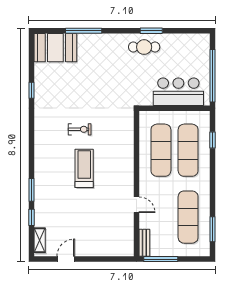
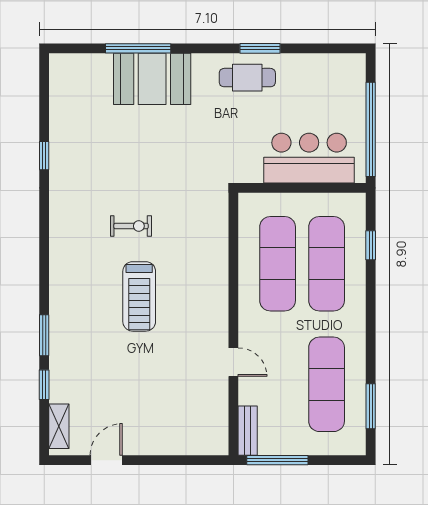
booth: (55, 48) -> (152, 79), moved
treadmill: (84, 168) -> (139, 296), turned 180

